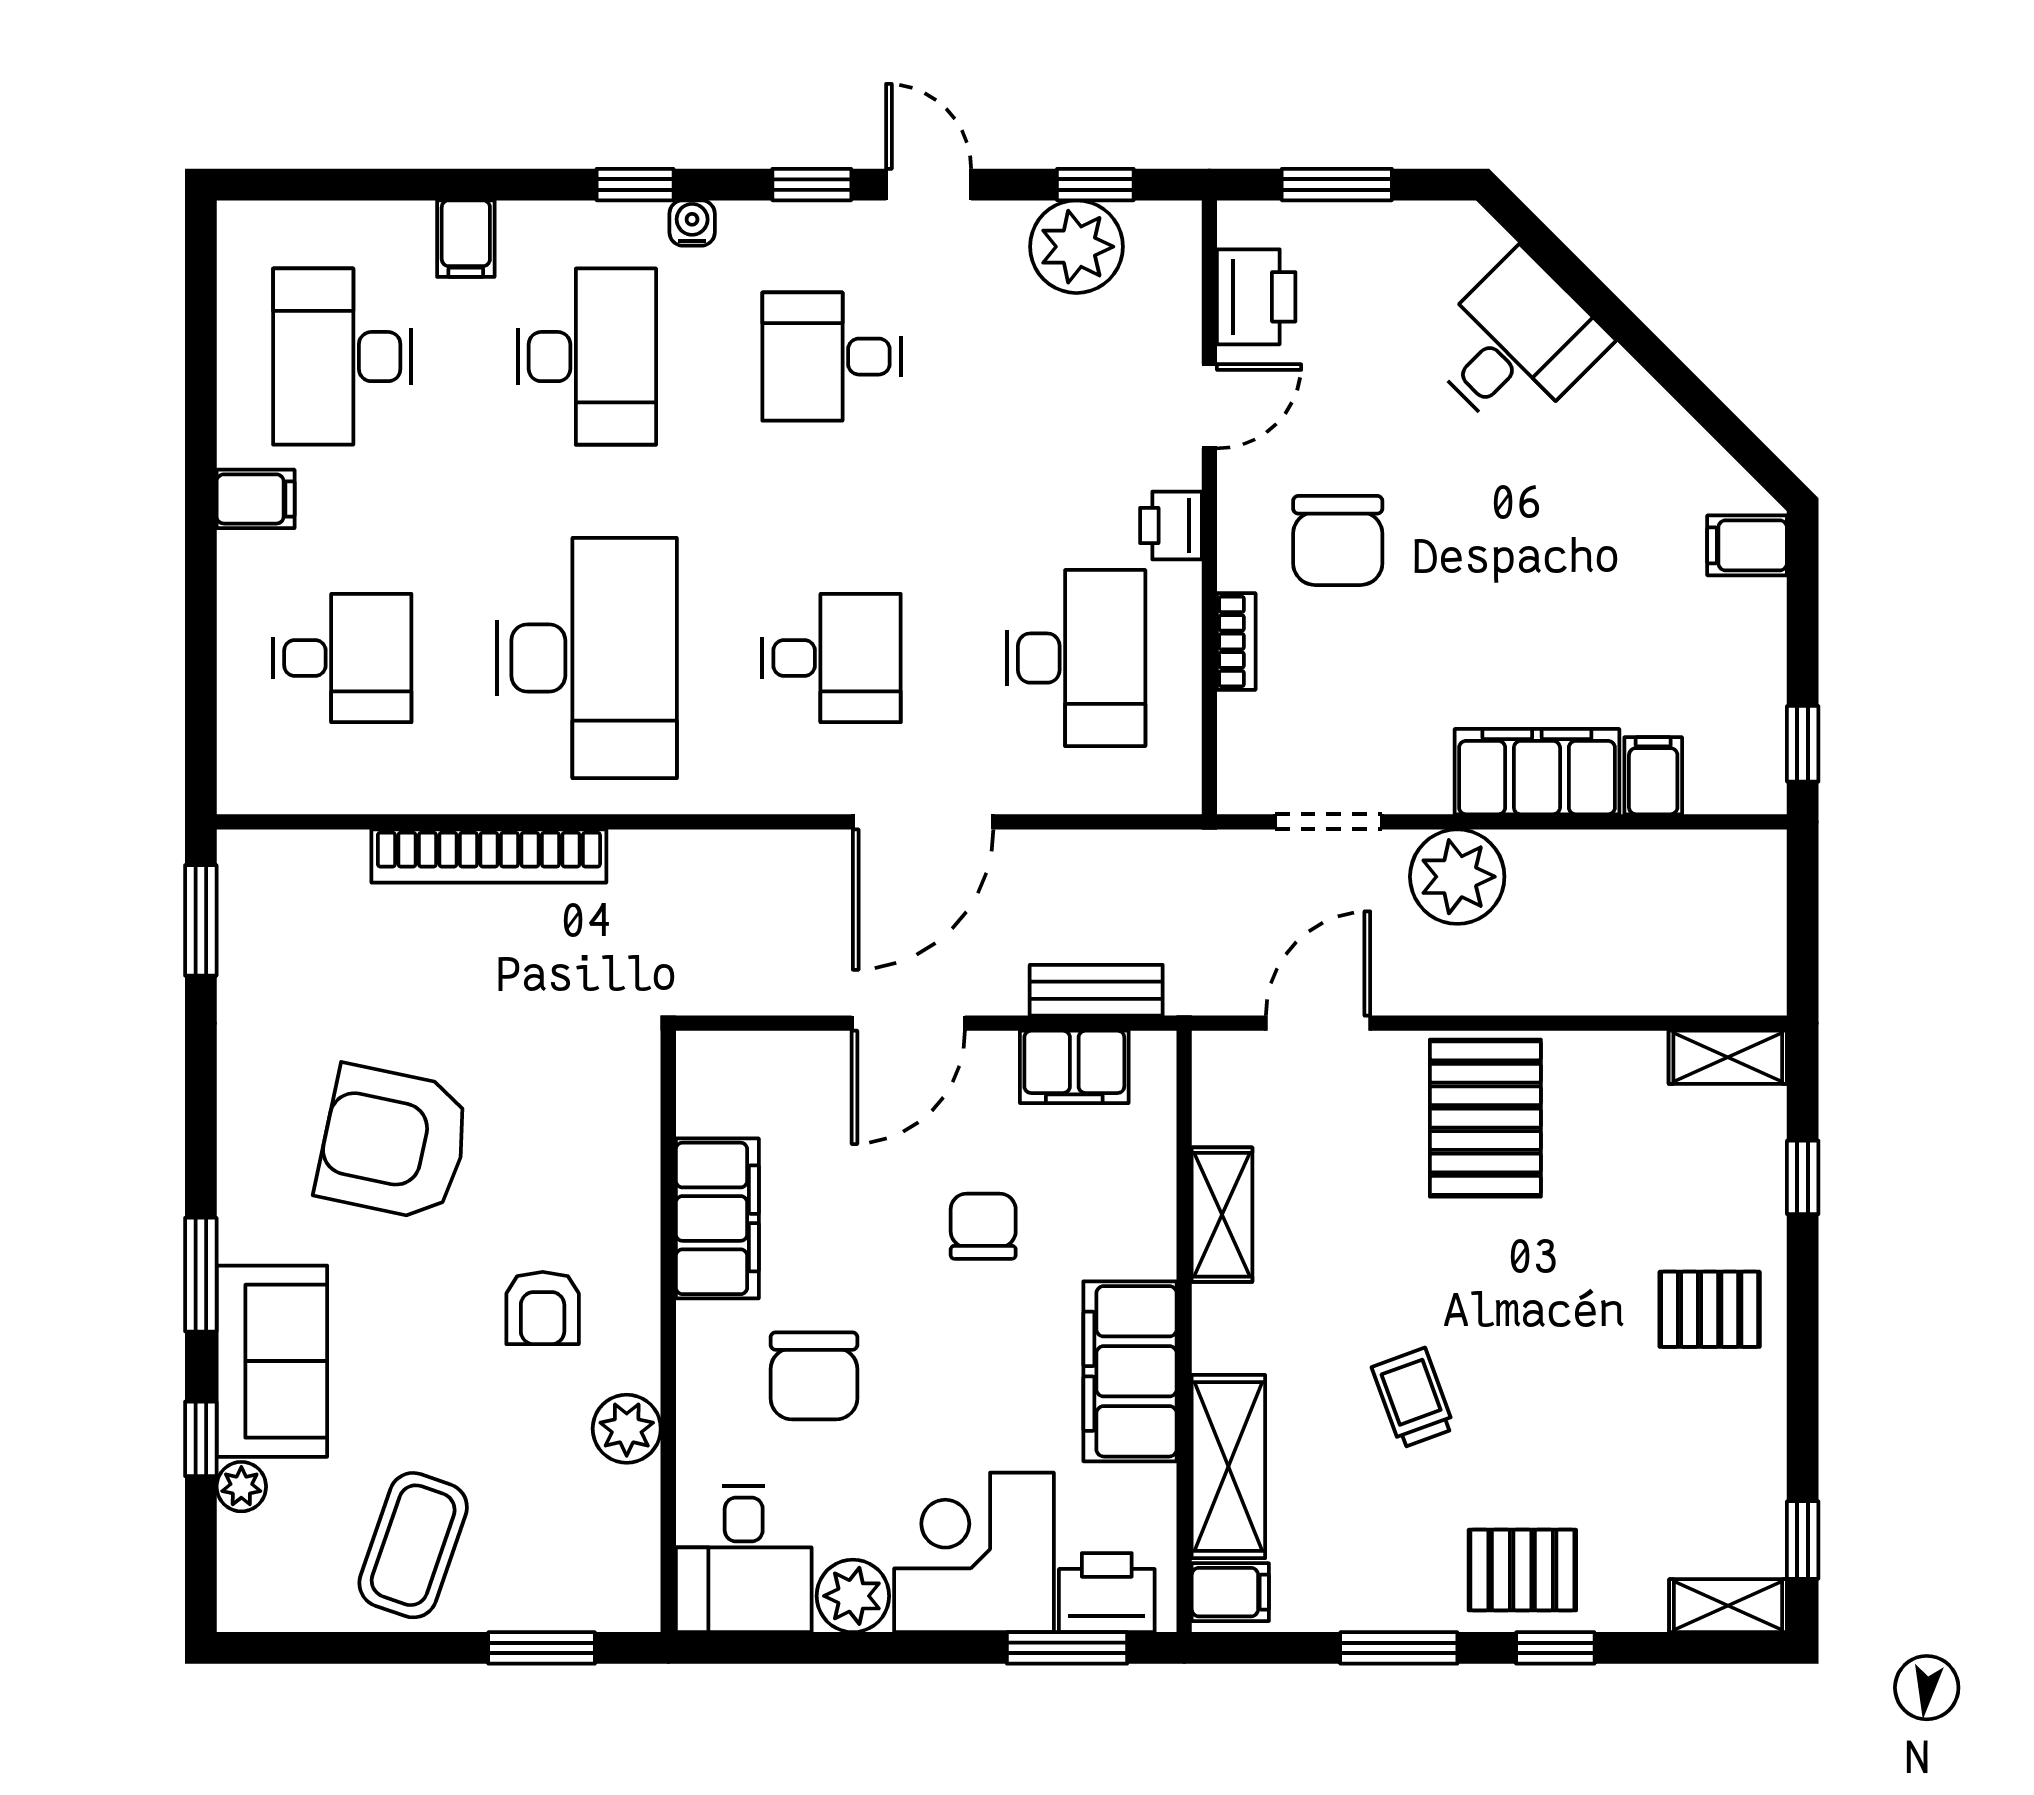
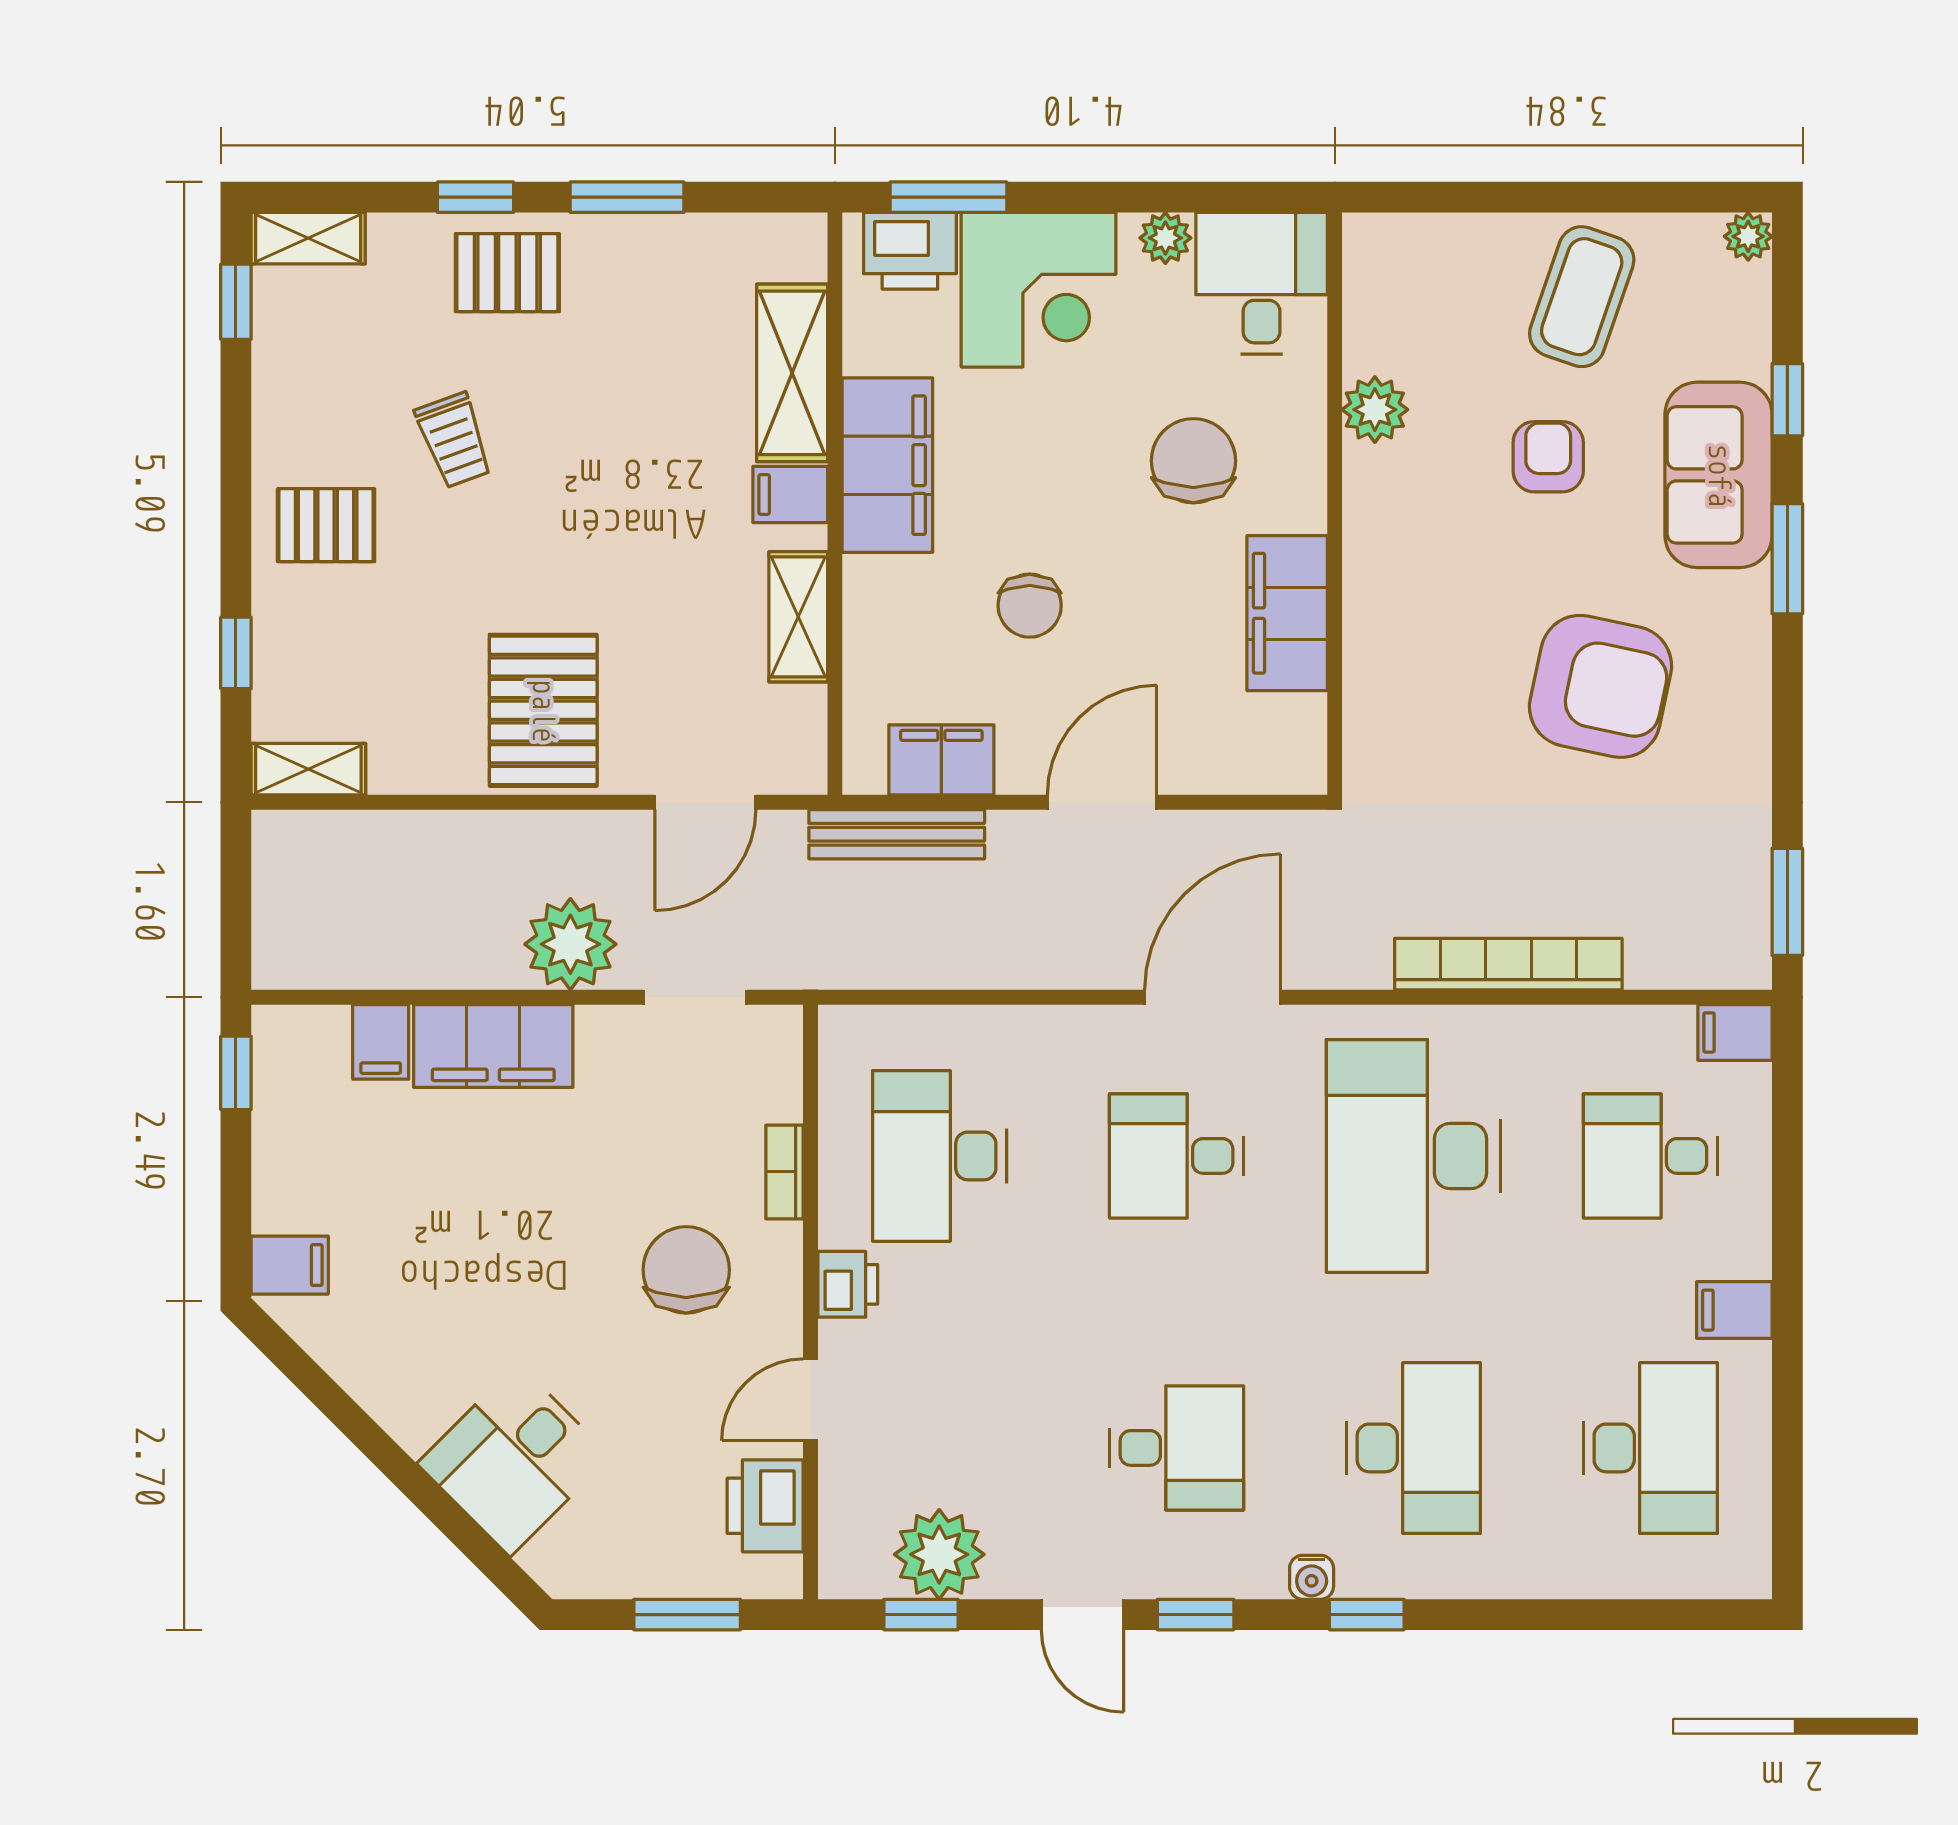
filing cabinet: (466, 239) -> (1735, 1032), moved, turned -90
desk: (587, 357) -> (1413, 1448), turned 180
door: (923, 822) -> (1213, 997), moved
bench: (1096, 990) -> (897, 834), width x1.36
armchair: (543, 1308) -> (1548, 457), moved
trolley: (1413, 1398) -> (454, 440), moved
plant: (241, 1487) -> (1748, 236), moved
filing cabinet: (1230, 1592) -> (790, 495), moved
plant: (853, 1596) -> (1165, 238), width x0.73, depth x0.73
window: (542, 1648) -> (1457, 197), removed

